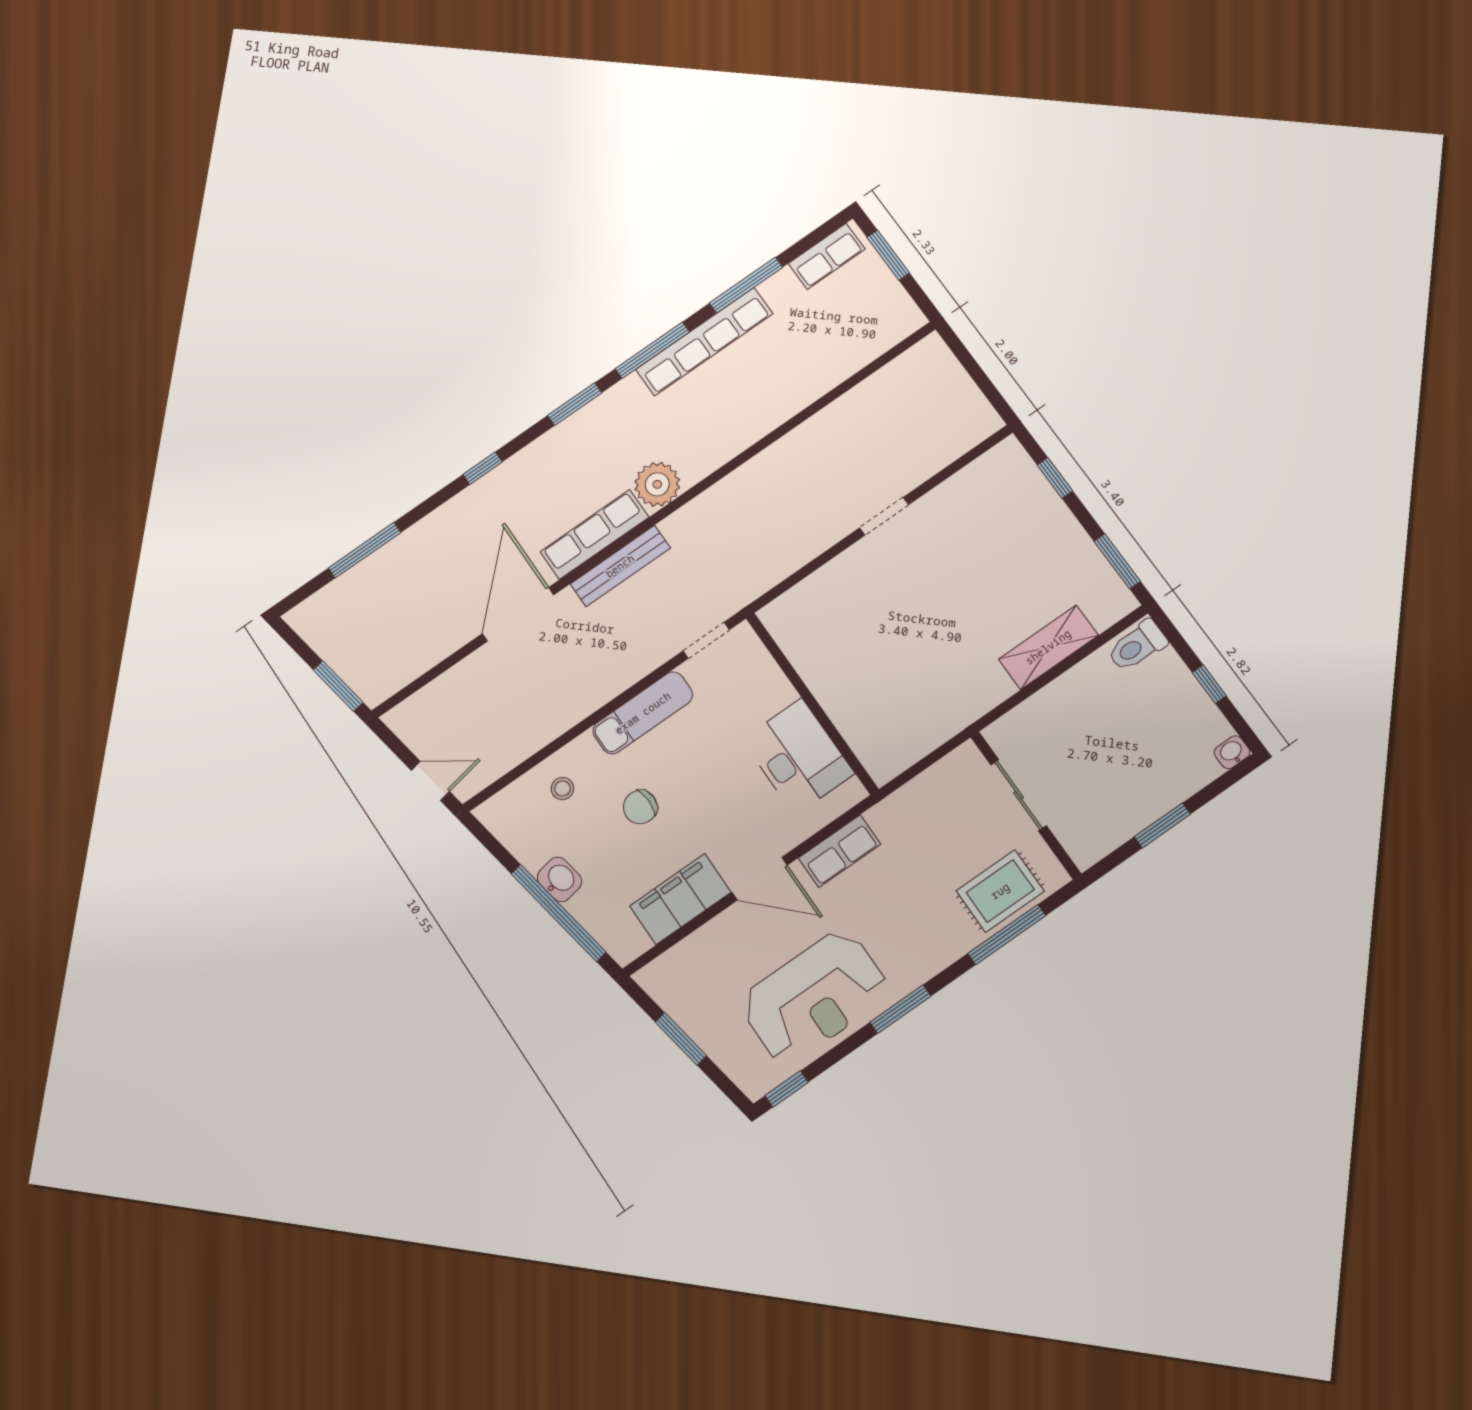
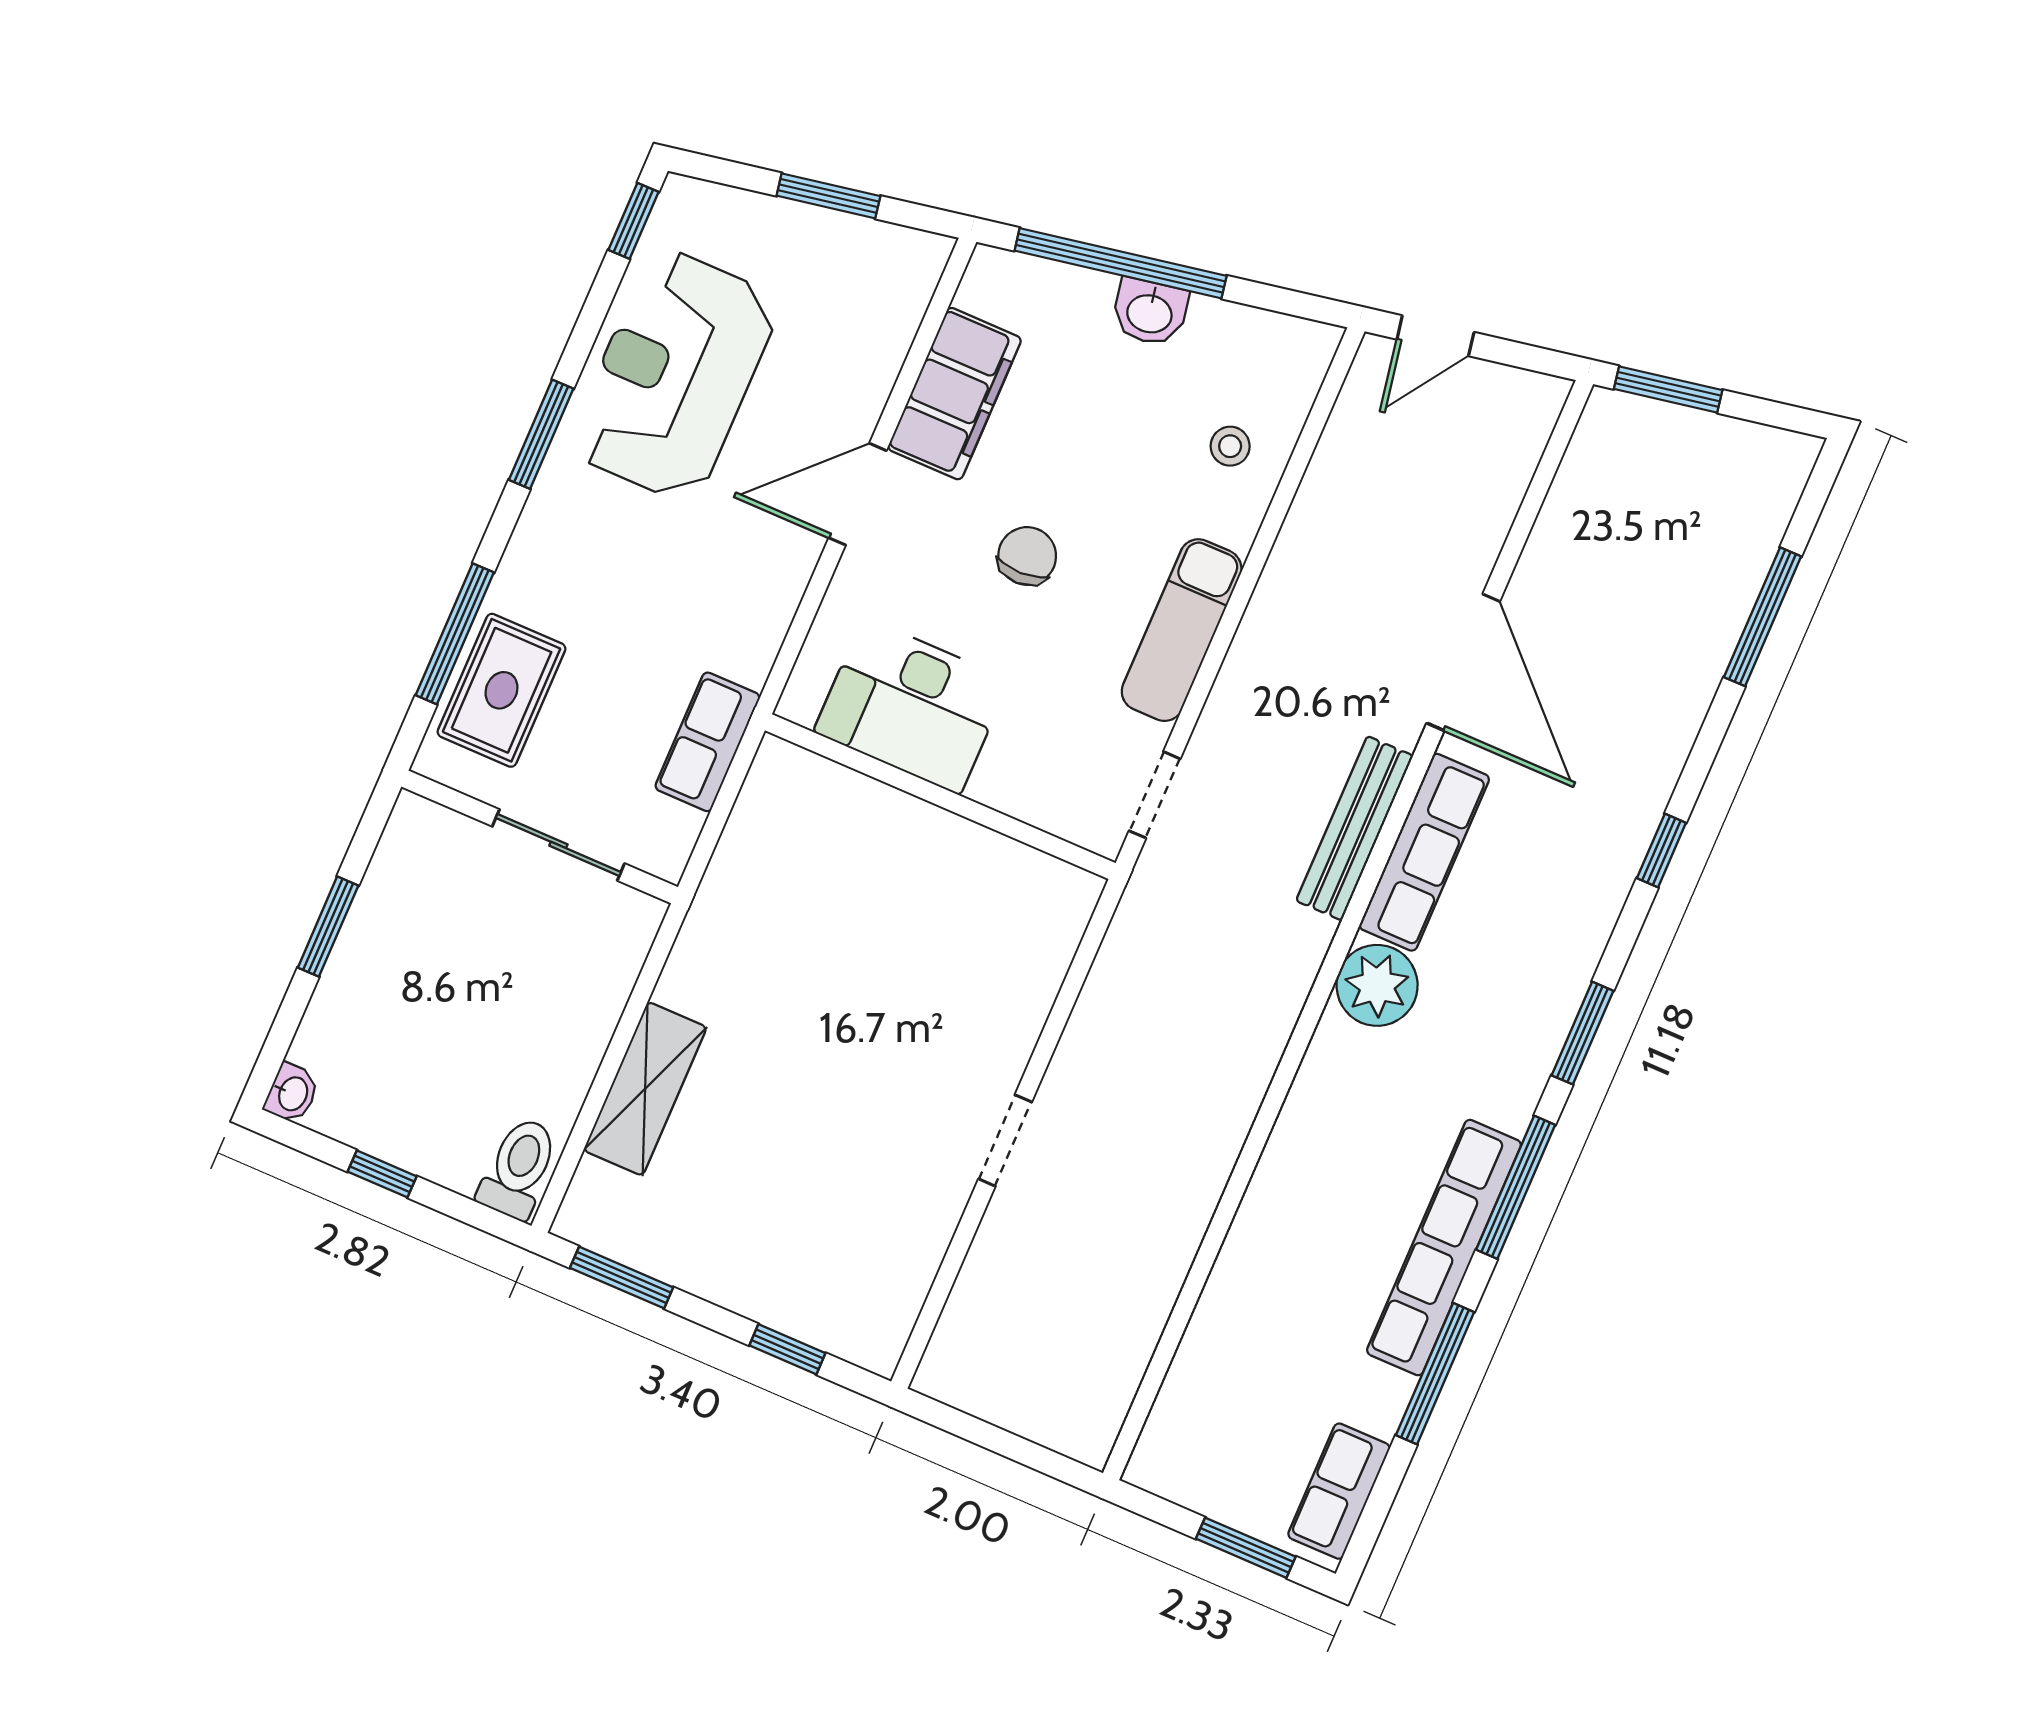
chair: (640, 807) -> (1027, 556), moved
row of seats: (840, 851) -> (708, 742), moved

